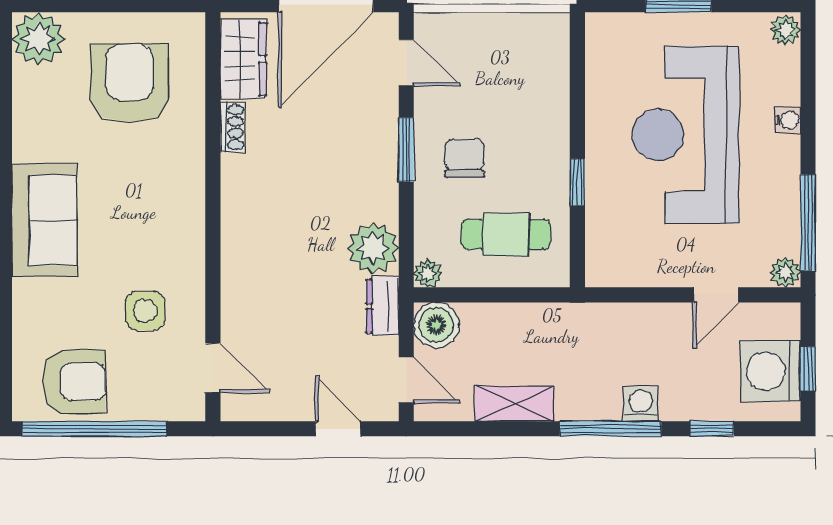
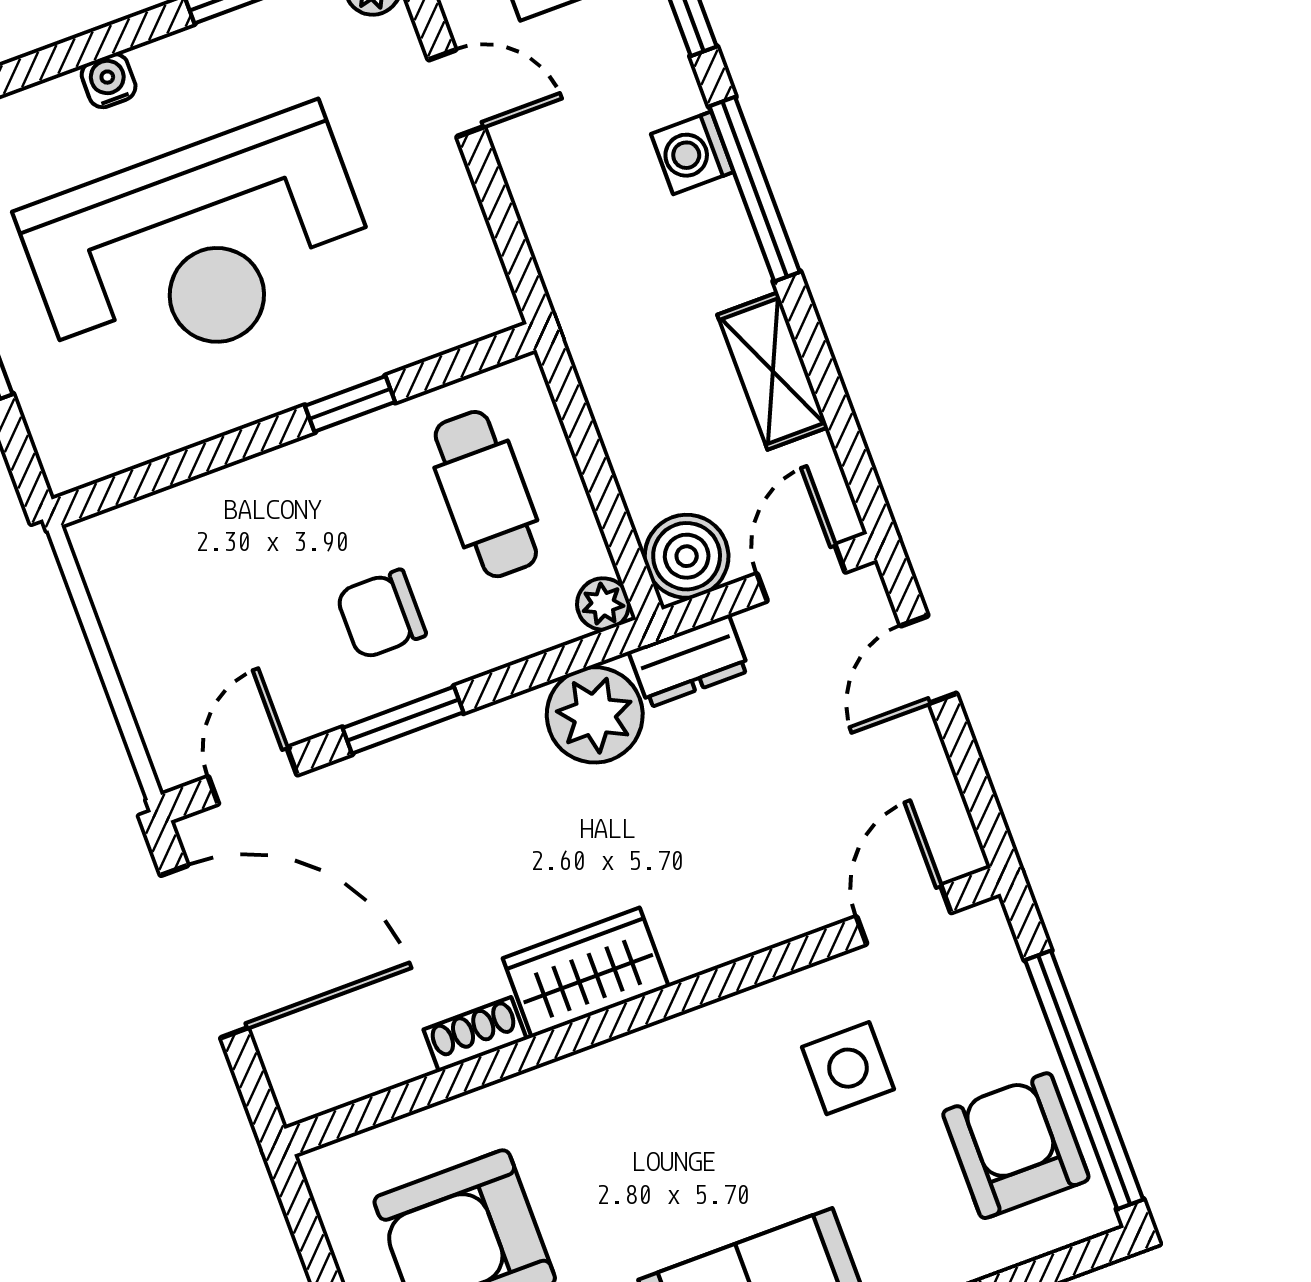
wardrobe: (243, 59) -> (586, 972), moved

